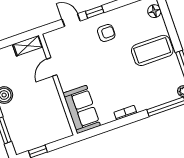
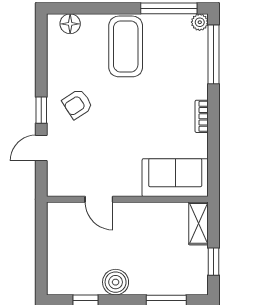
armchair: (106, 33) -> (77, 104), turned -123
shelving: (28, 46) -> (199, 223), moved

